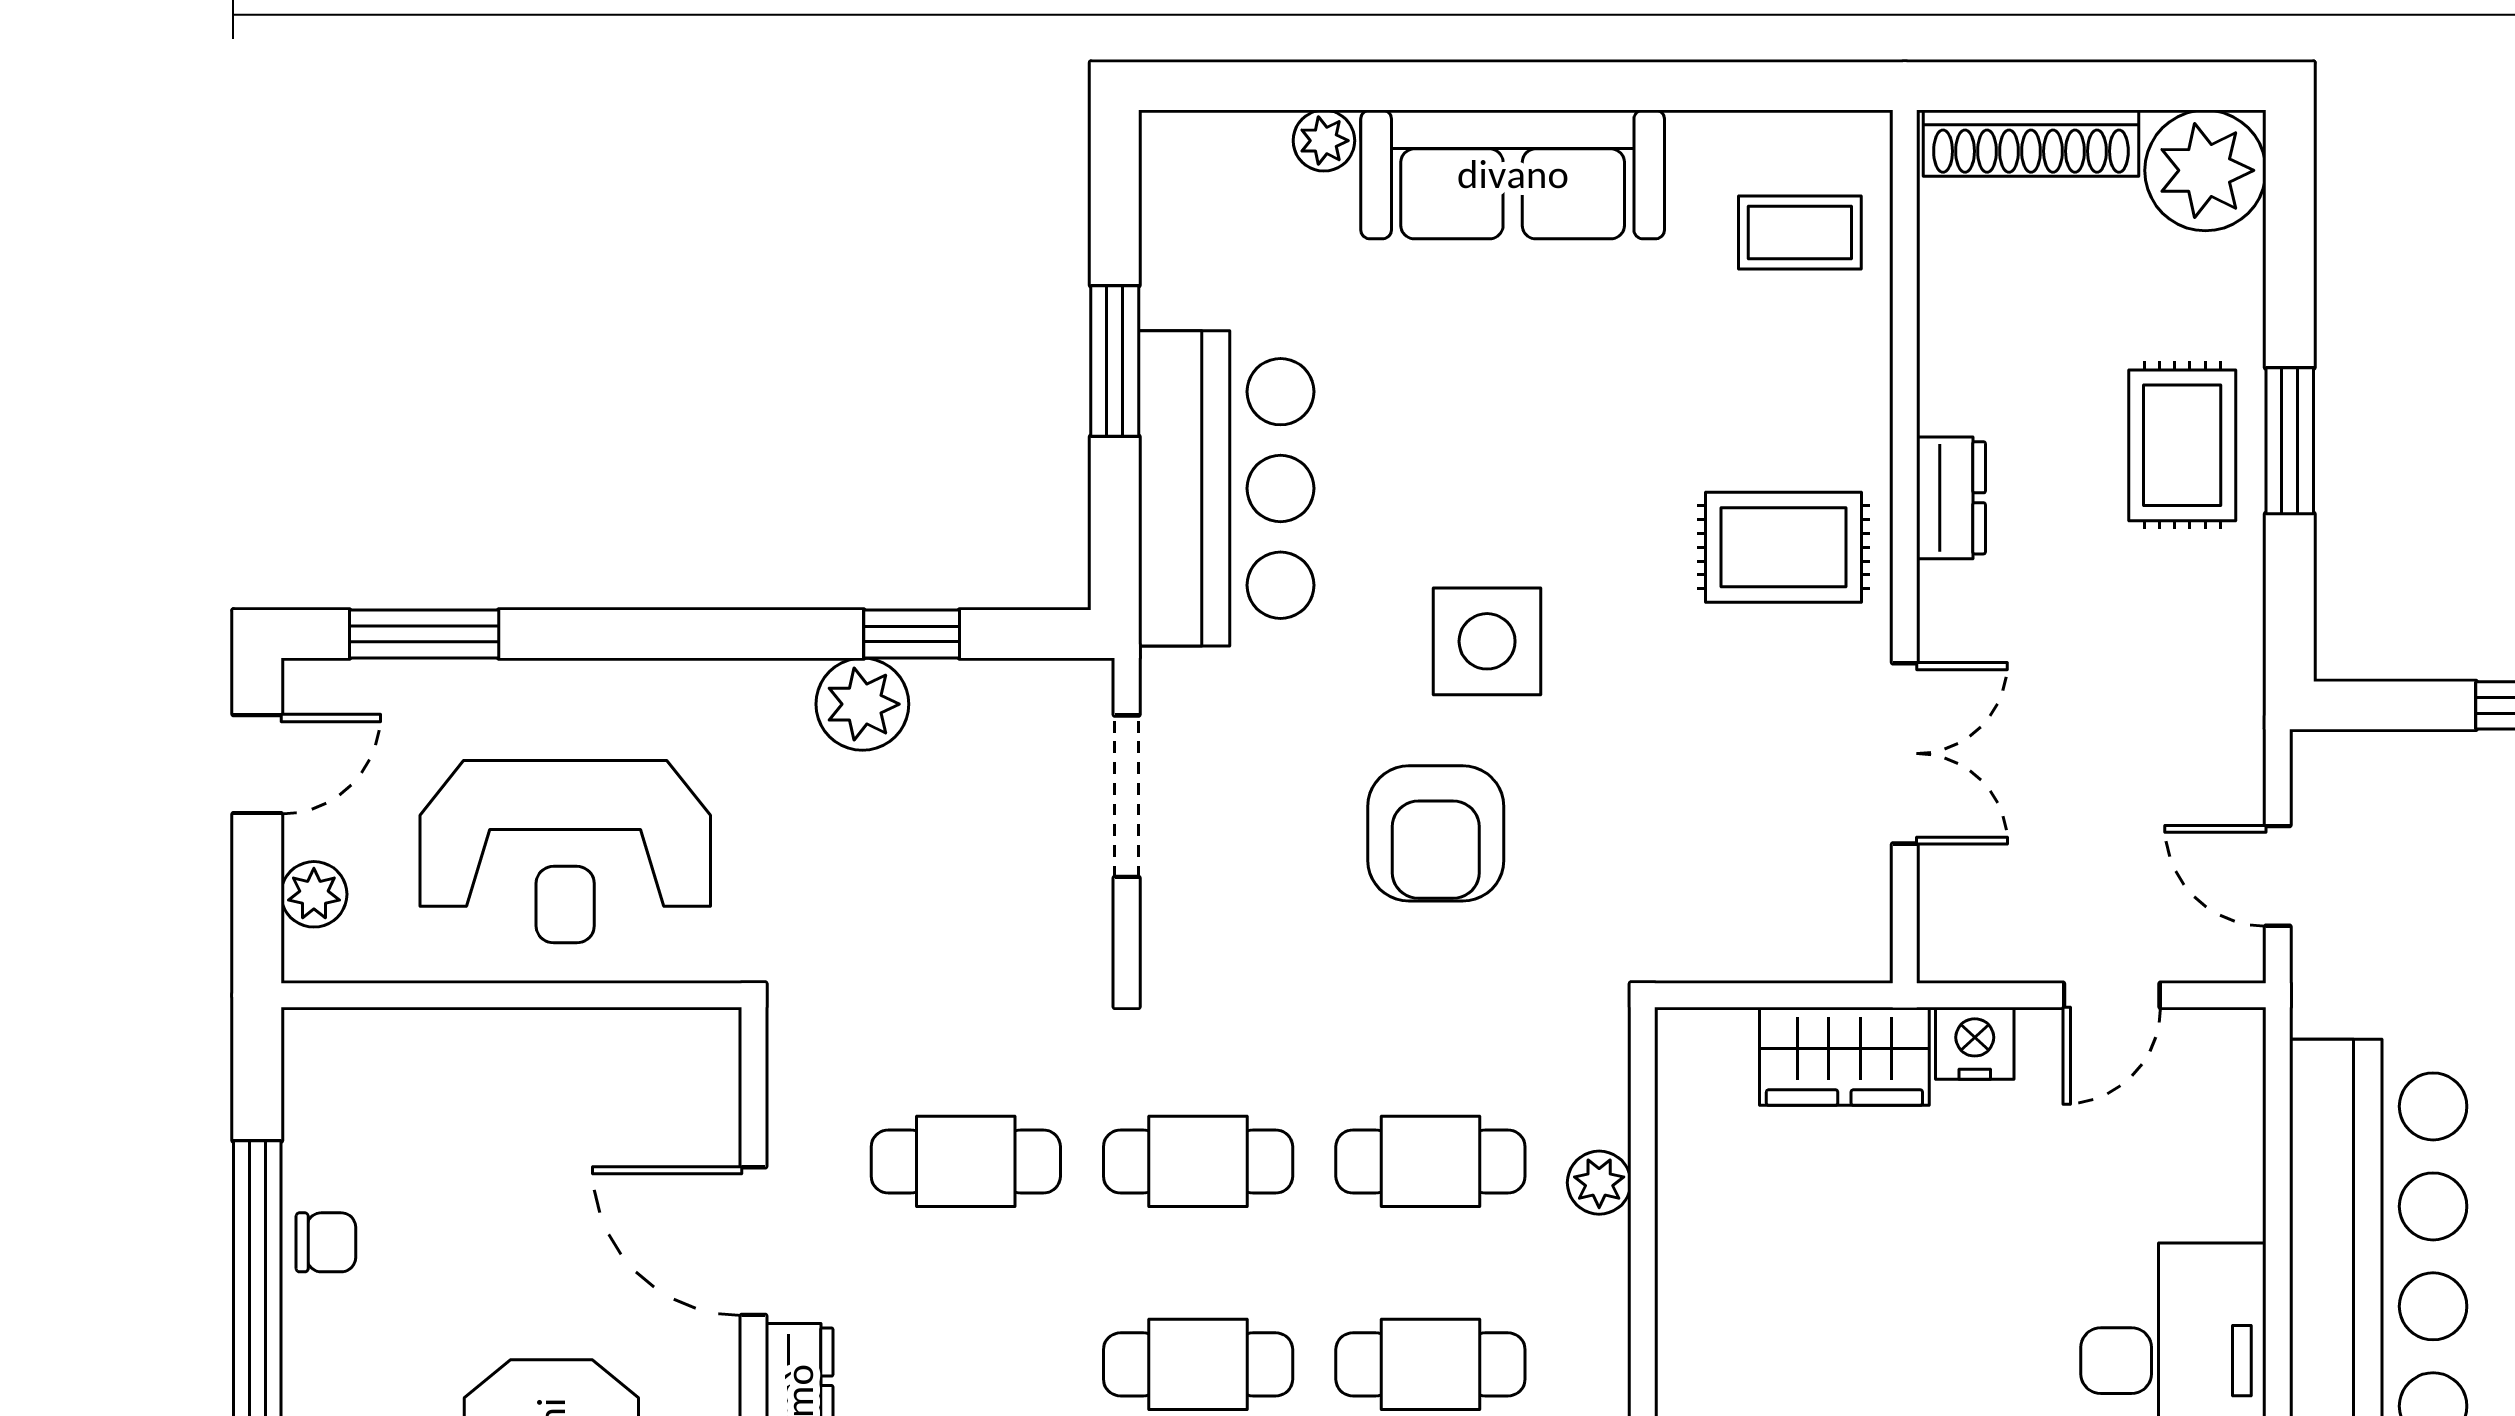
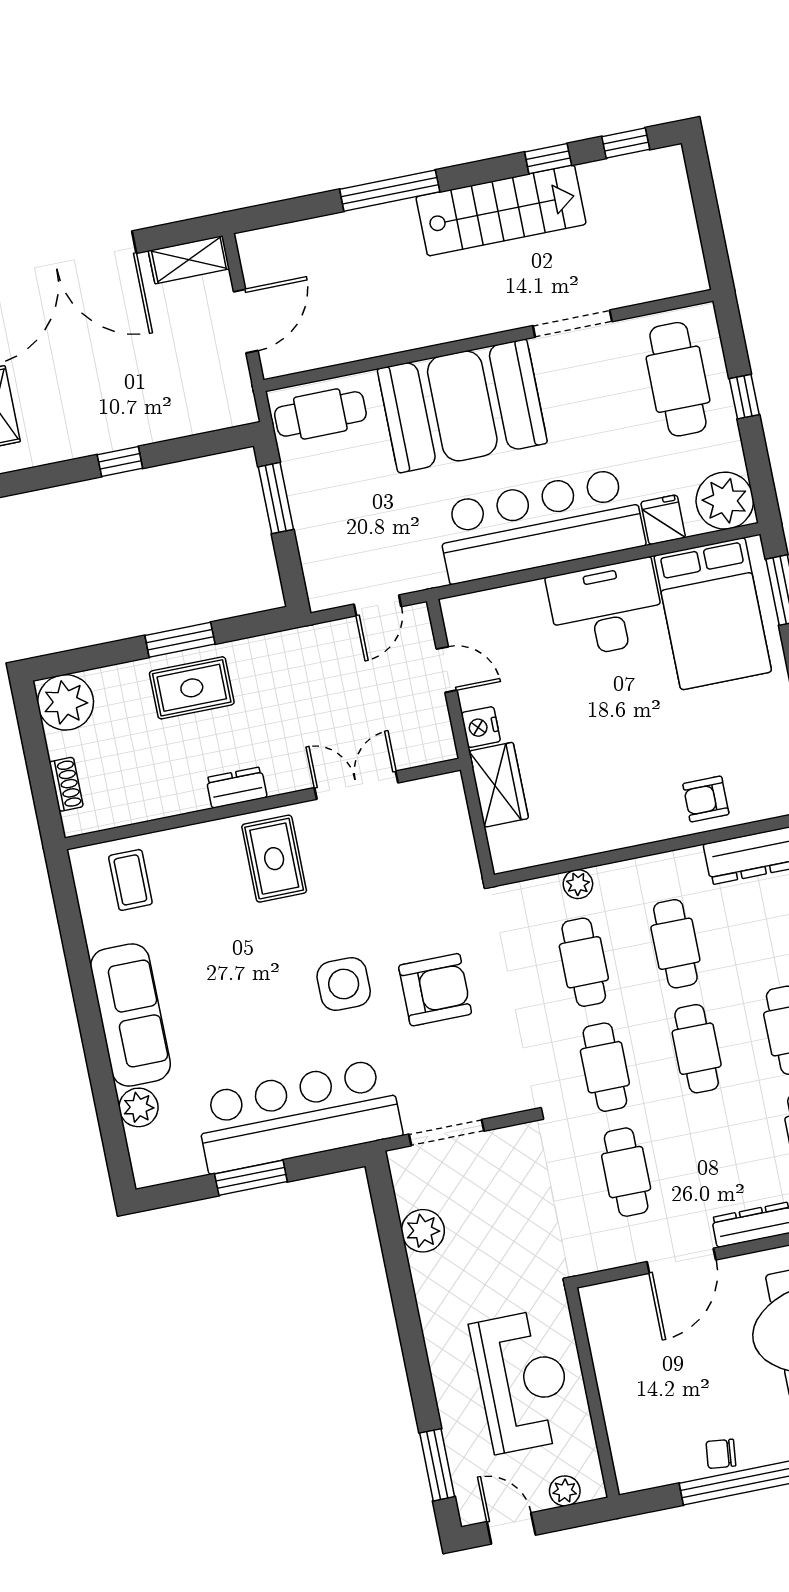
plant: (1324, 141) -> (139, 1107), width x1.38, depth x1.38
shoe rack: (2031, 143) -> (66, 784), width x0.51, depth x0.81
bar counter: (1226, 488) -> (298, 1116), width x1.36
window: (912, 634) -> (393, 1245), removed
plant: (862, 704) -> (423, 1231), moved
chair: (326, 1242) -> (721, 1454), turned -84

